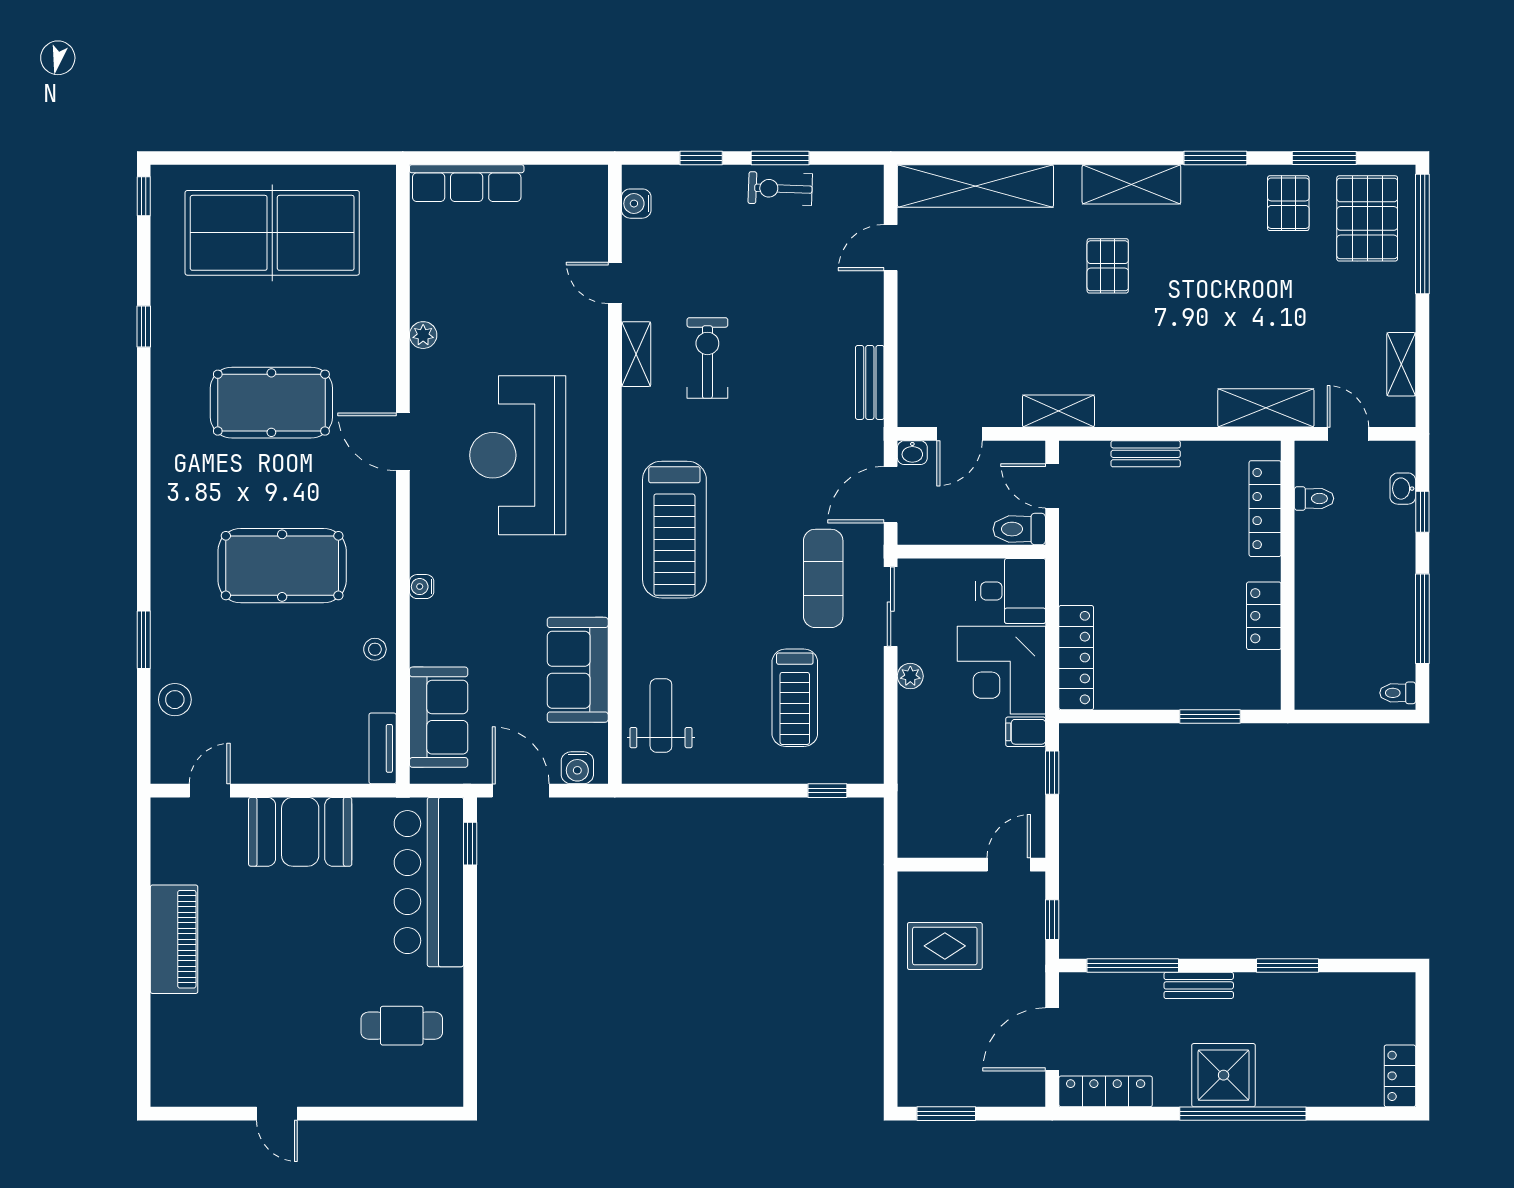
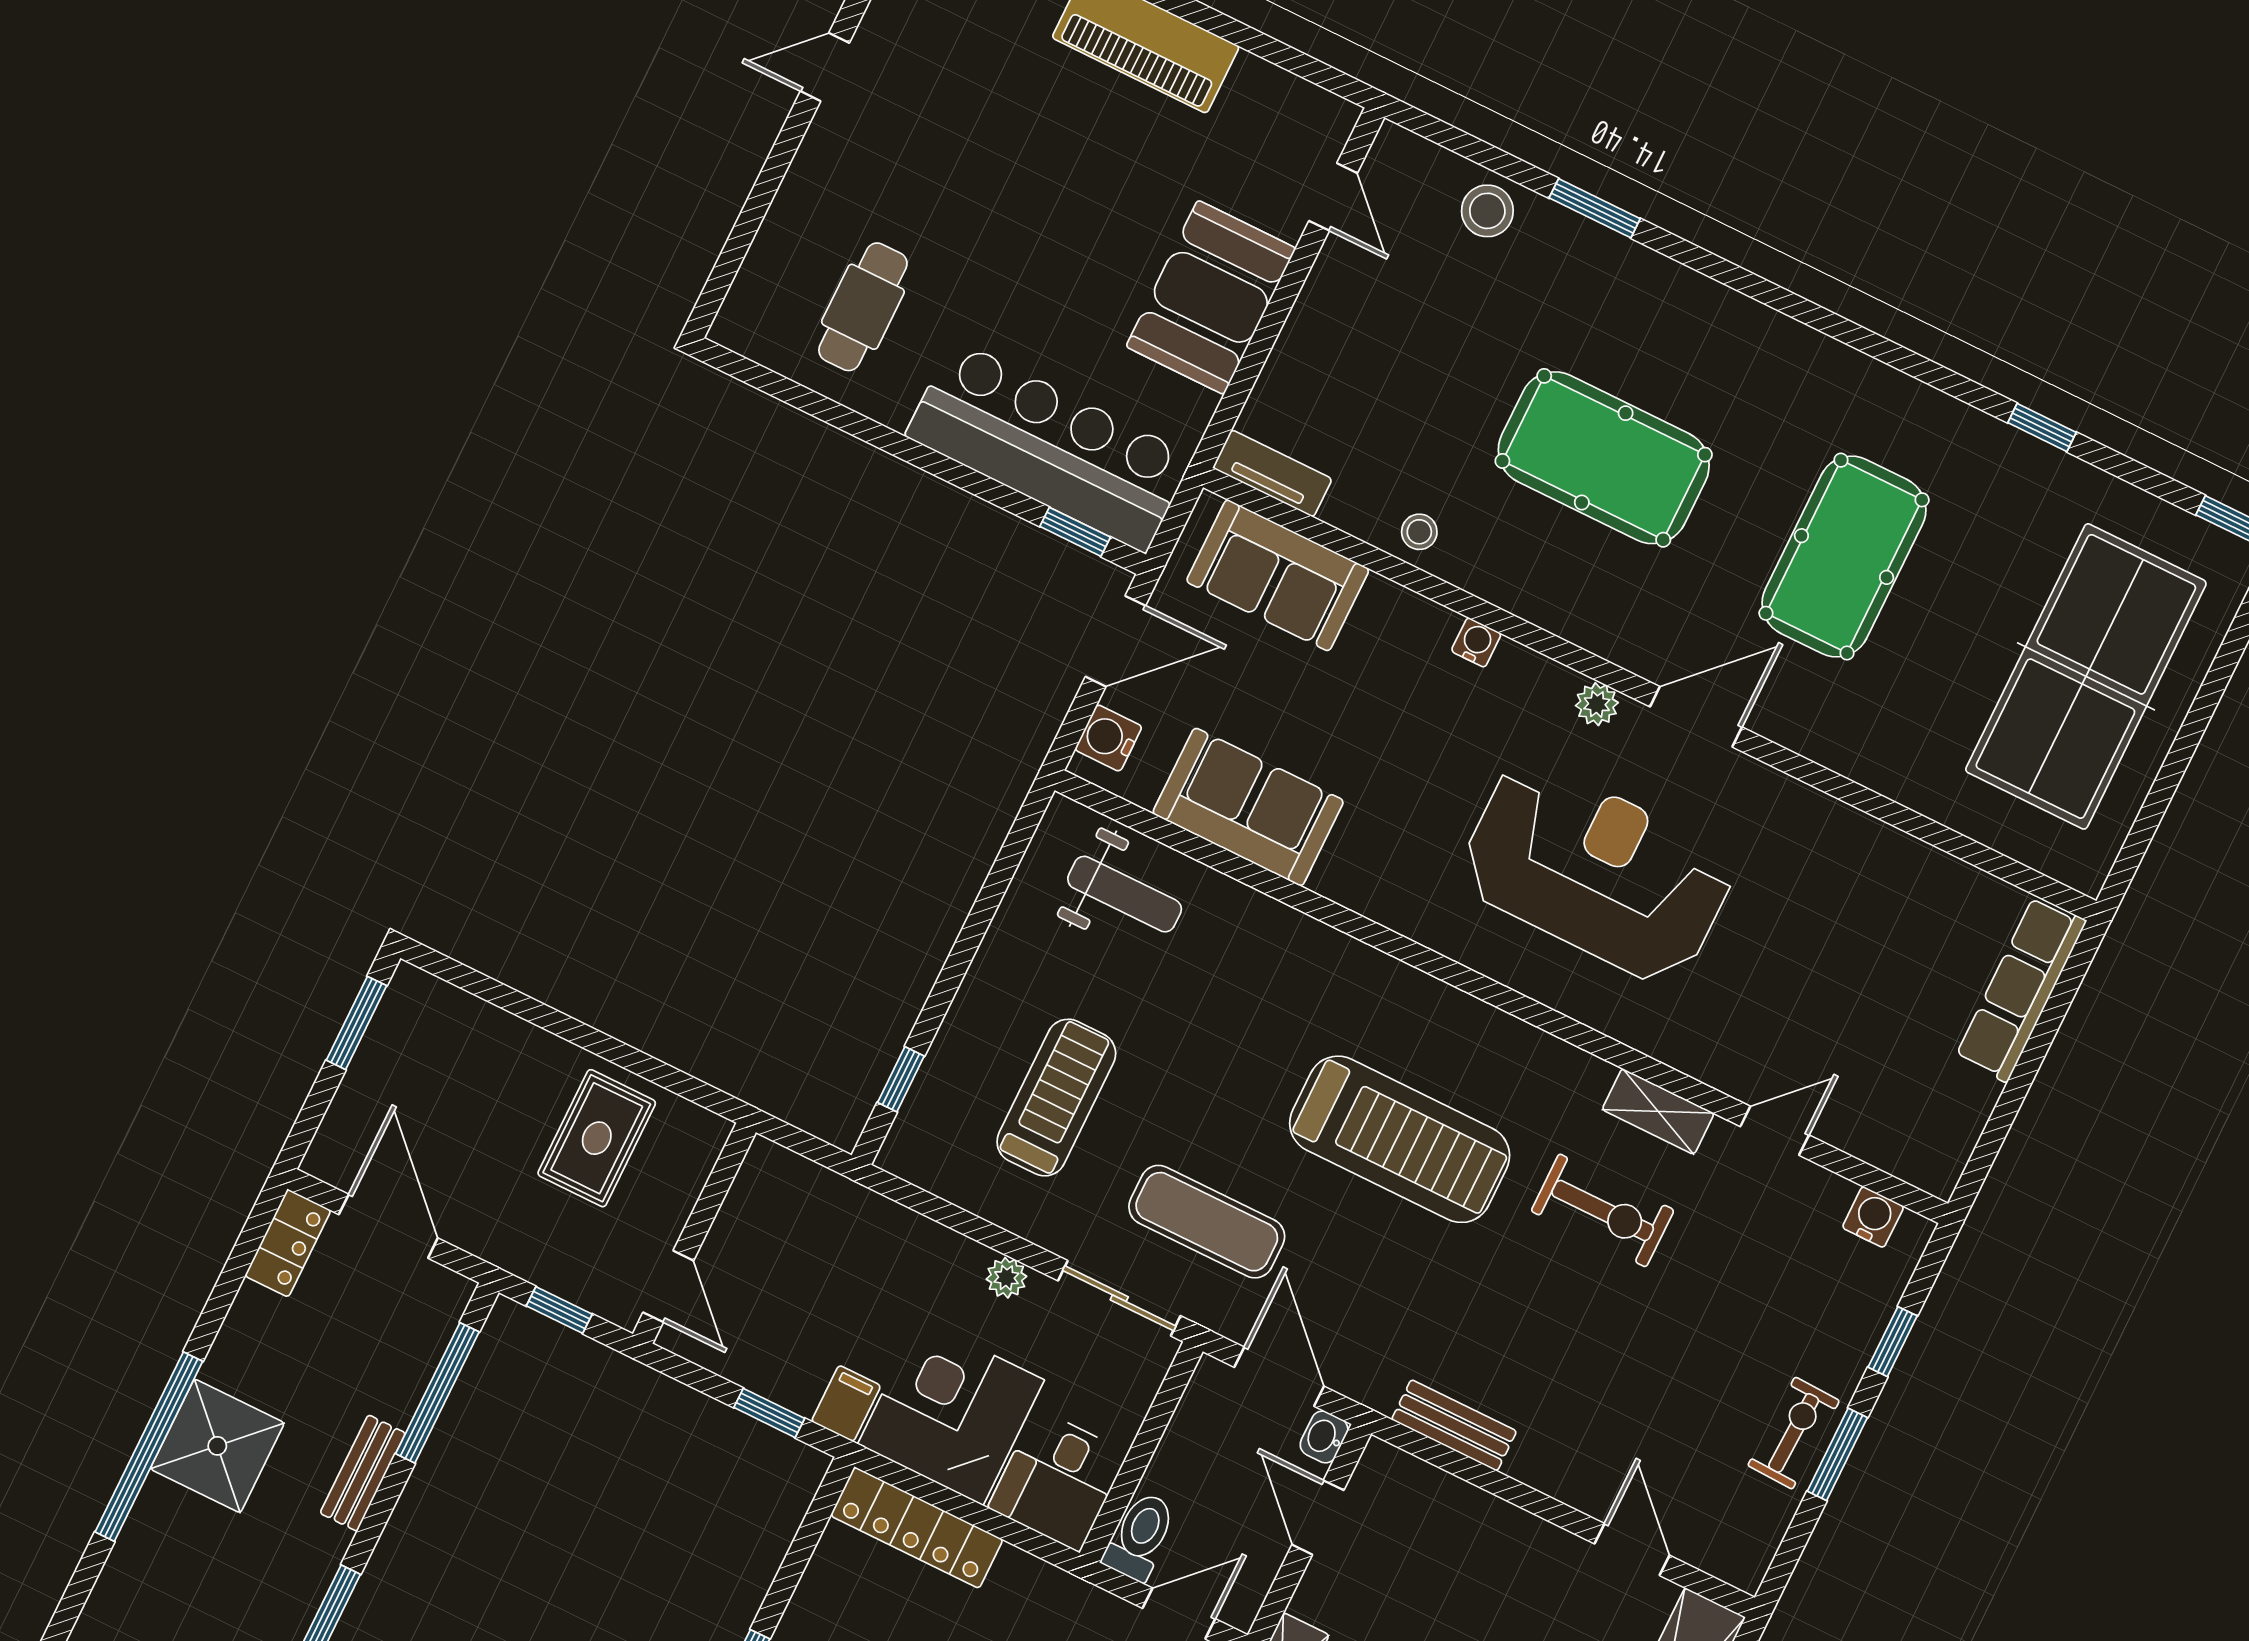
plant: (423, 335) -> (1597, 704), moved
treadmill: (674, 530) -> (1400, 1139), moved, turned 180
pool table: (282, 566) -> (1604, 458), turned 90
treadmill: (795, 698) -> (1056, 1098), turned 90
locker: (1106, 1091) -> (288, 1243), width x0.66

